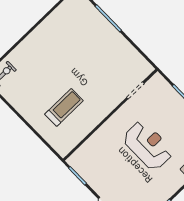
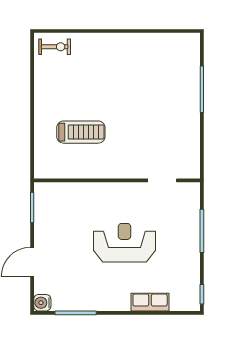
reception desk: (148, 145) -> (124, 243), turned -90

